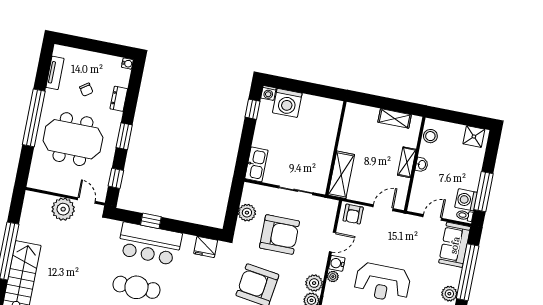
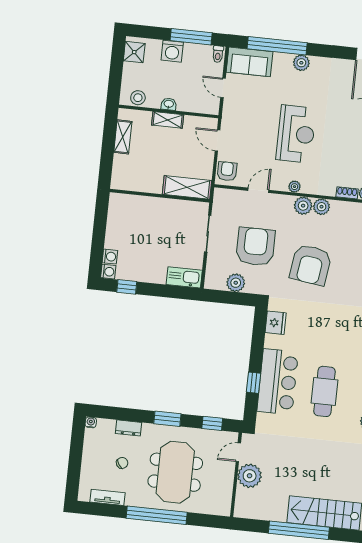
washing machine: (287, 103) -> (110, 257), width x0.53, depth x0.53
washing machine: (466, 200) -> (172, 51), moved
armchair: (353, 214) -> (227, 171), turned -90
door: (332, 242) -> (258, 190), hinge flipped
water cooler: (337, 263) -> (280, 184), removed

